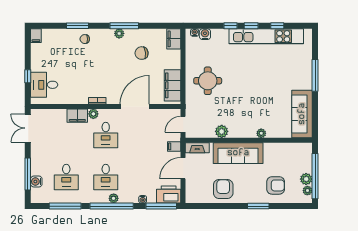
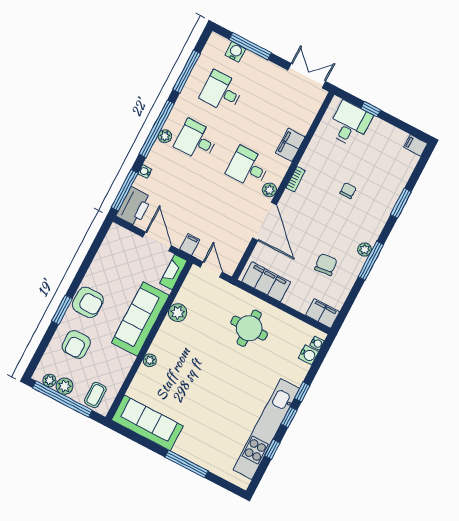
chair: (85, 39) -> (348, 191), moved
plant: (93, 114) -> (269, 190), moved
coffee table: (301, 156) -> (95, 395), added
armchair: (223, 189) -> (88, 302), moved

